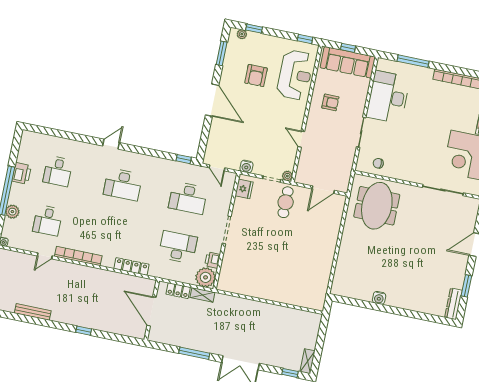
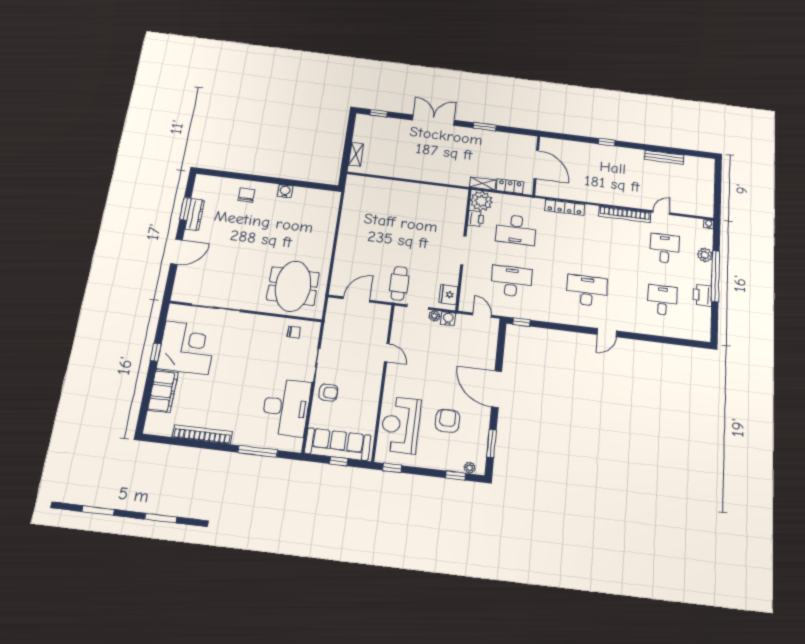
armchair: (330, 102) -> (328, 393), moved, turned 180
plant: (287, 176) -> (434, 316), moved
chair: (413, 296) -> (246, 195), added
dresser: (453, 304) -> (195, 215), moved
window: (194, 353) -> (485, 127), width x0.69
shelving: (307, 361) -> (356, 154), moved

